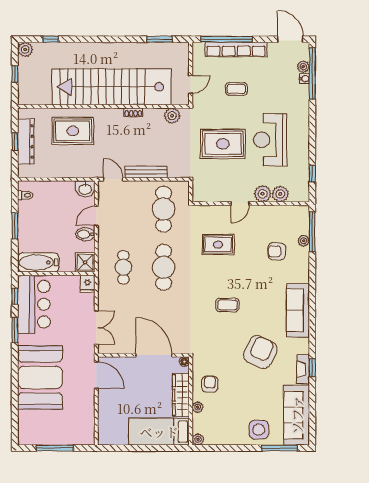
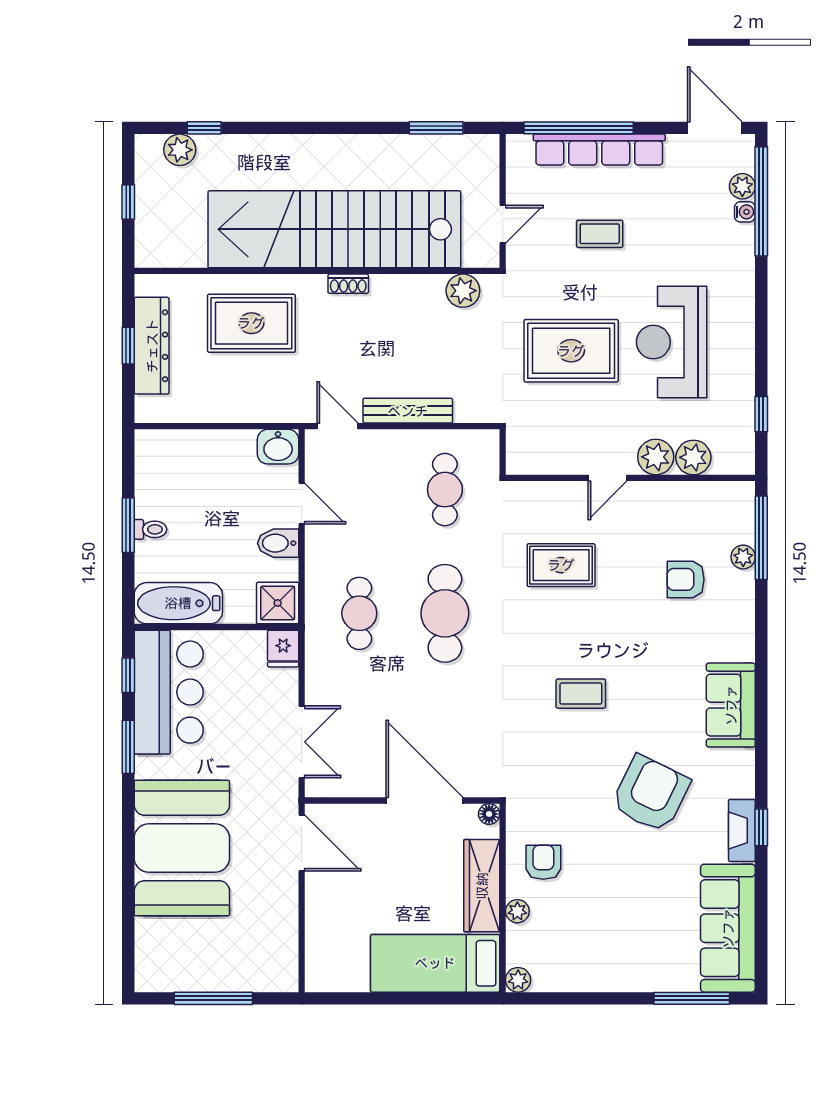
plant: (25, 49) -> (180, 150), moved
shoe rack: (133, 112) -> (348, 284), moved
toilet: (25, 195) -> (150, 529), moved
cafe table: (164, 209) -> (445, 490), width x0.73, depth x0.74
door: (96, 216) -> (302, 504), swing flipped
sofa: (298, 310) -> (731, 705), width x0.73
side table: (259, 430) -> (647, 959), removed

